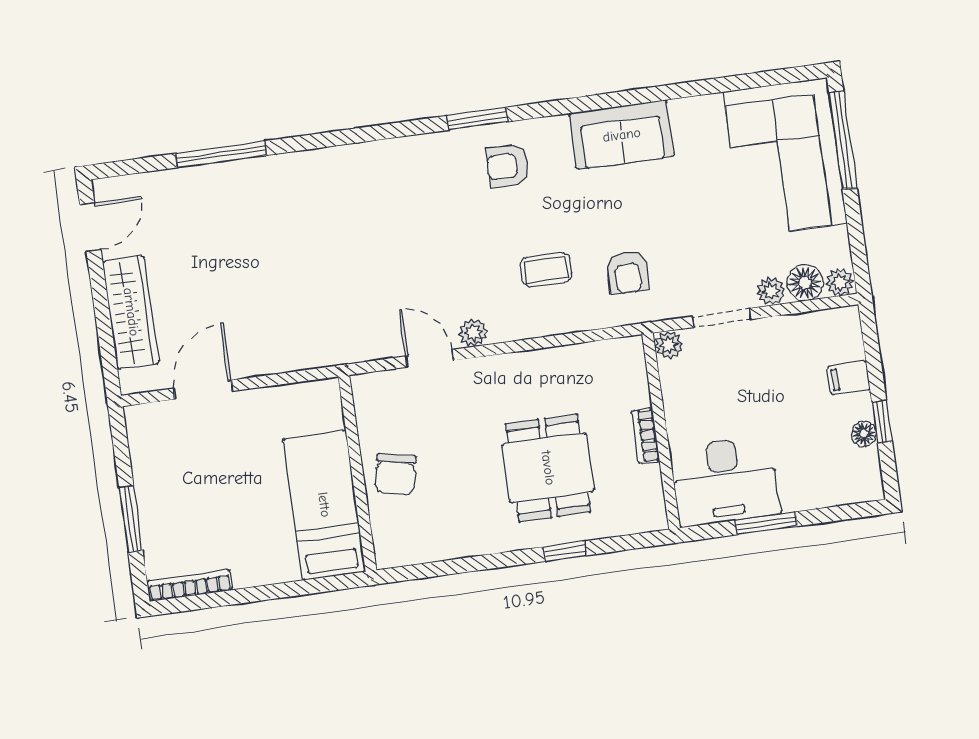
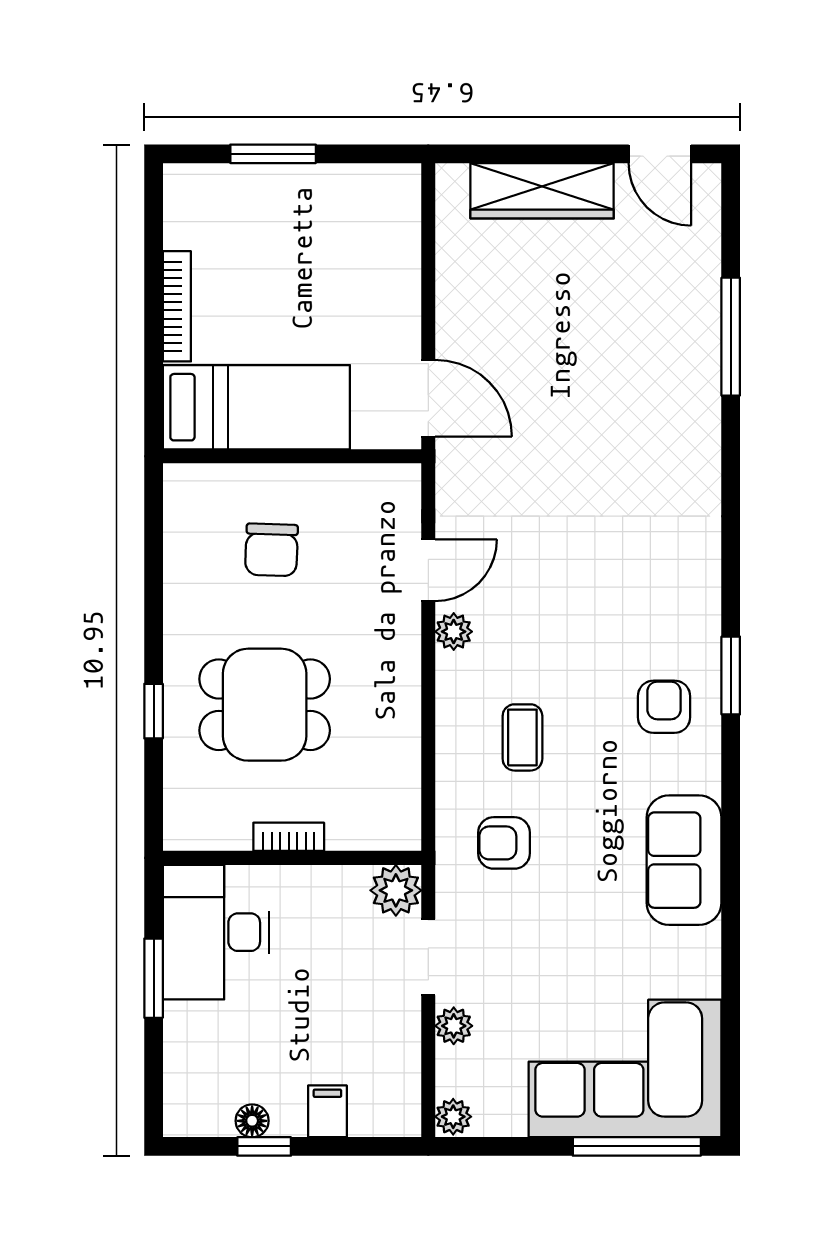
floor lamp: (805, 283) -> (459, 1072), removed
plant: (669, 345) -> (396, 890), width x1.38, depth x1.38
door: (203, 390) -> (428, 398), moved
chair: (395, 474) -> (272, 550), moved, turned -100
bookcase: (190, 585) -> (177, 306), moved

